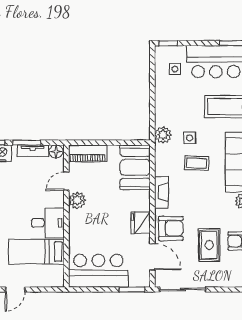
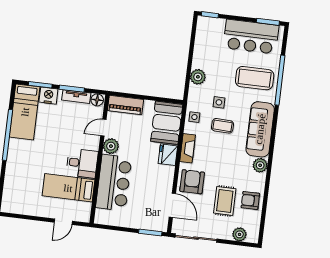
side table: (175, 69) -> (194, 117), moved
plant: (163, 135) -> (198, 77), moved
fridge: (141, 223) -> (168, 155), moved
armchair: (171, 228) -> (192, 182), turned -90
bar counter: (98, 271) -> (114, 183), moved, turned 90
plant: (230, 280) -> (239, 234), added
door: (15, 290) -> (63, 222), moved

